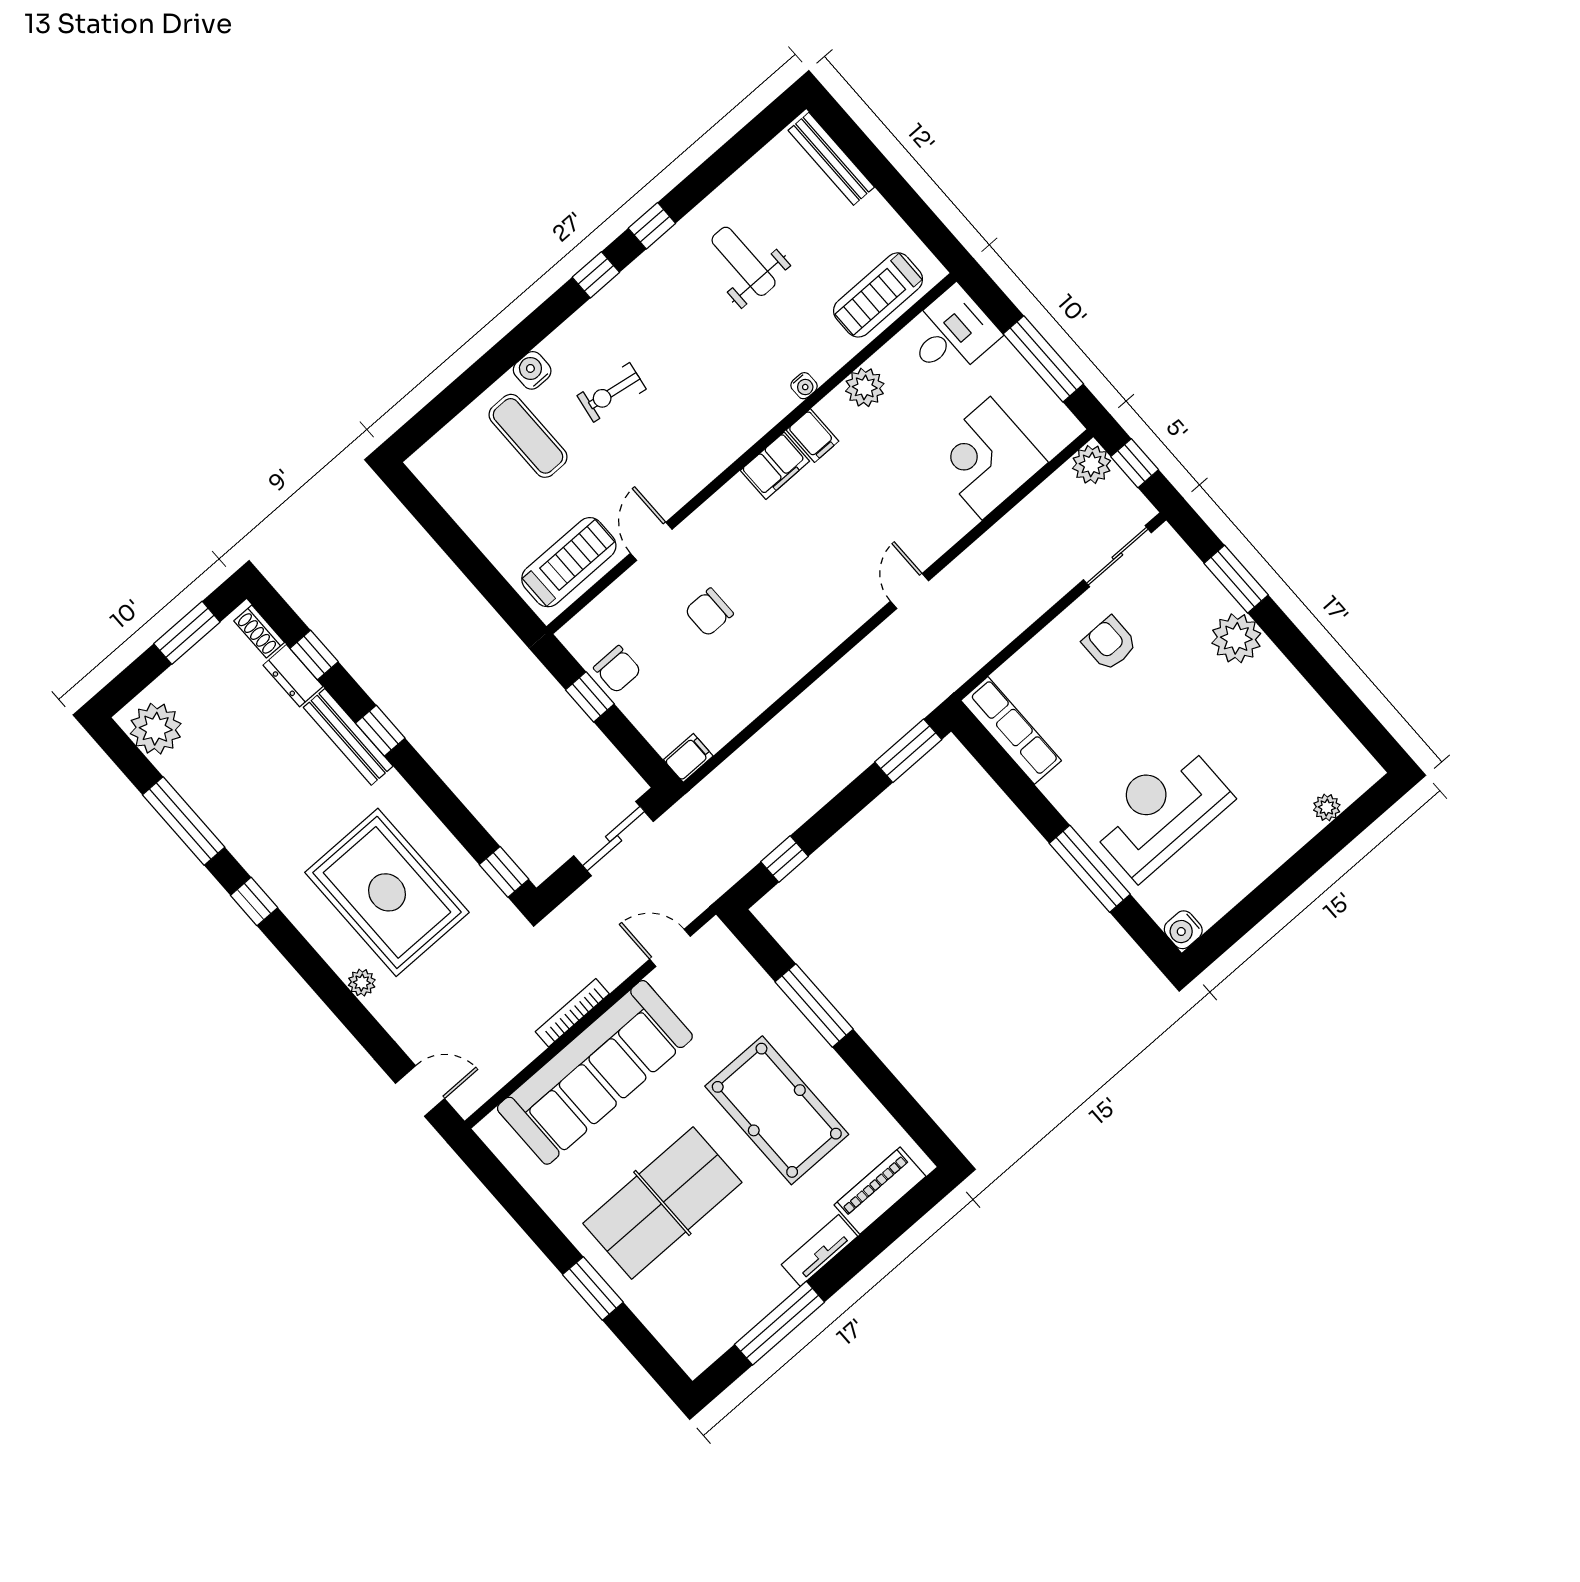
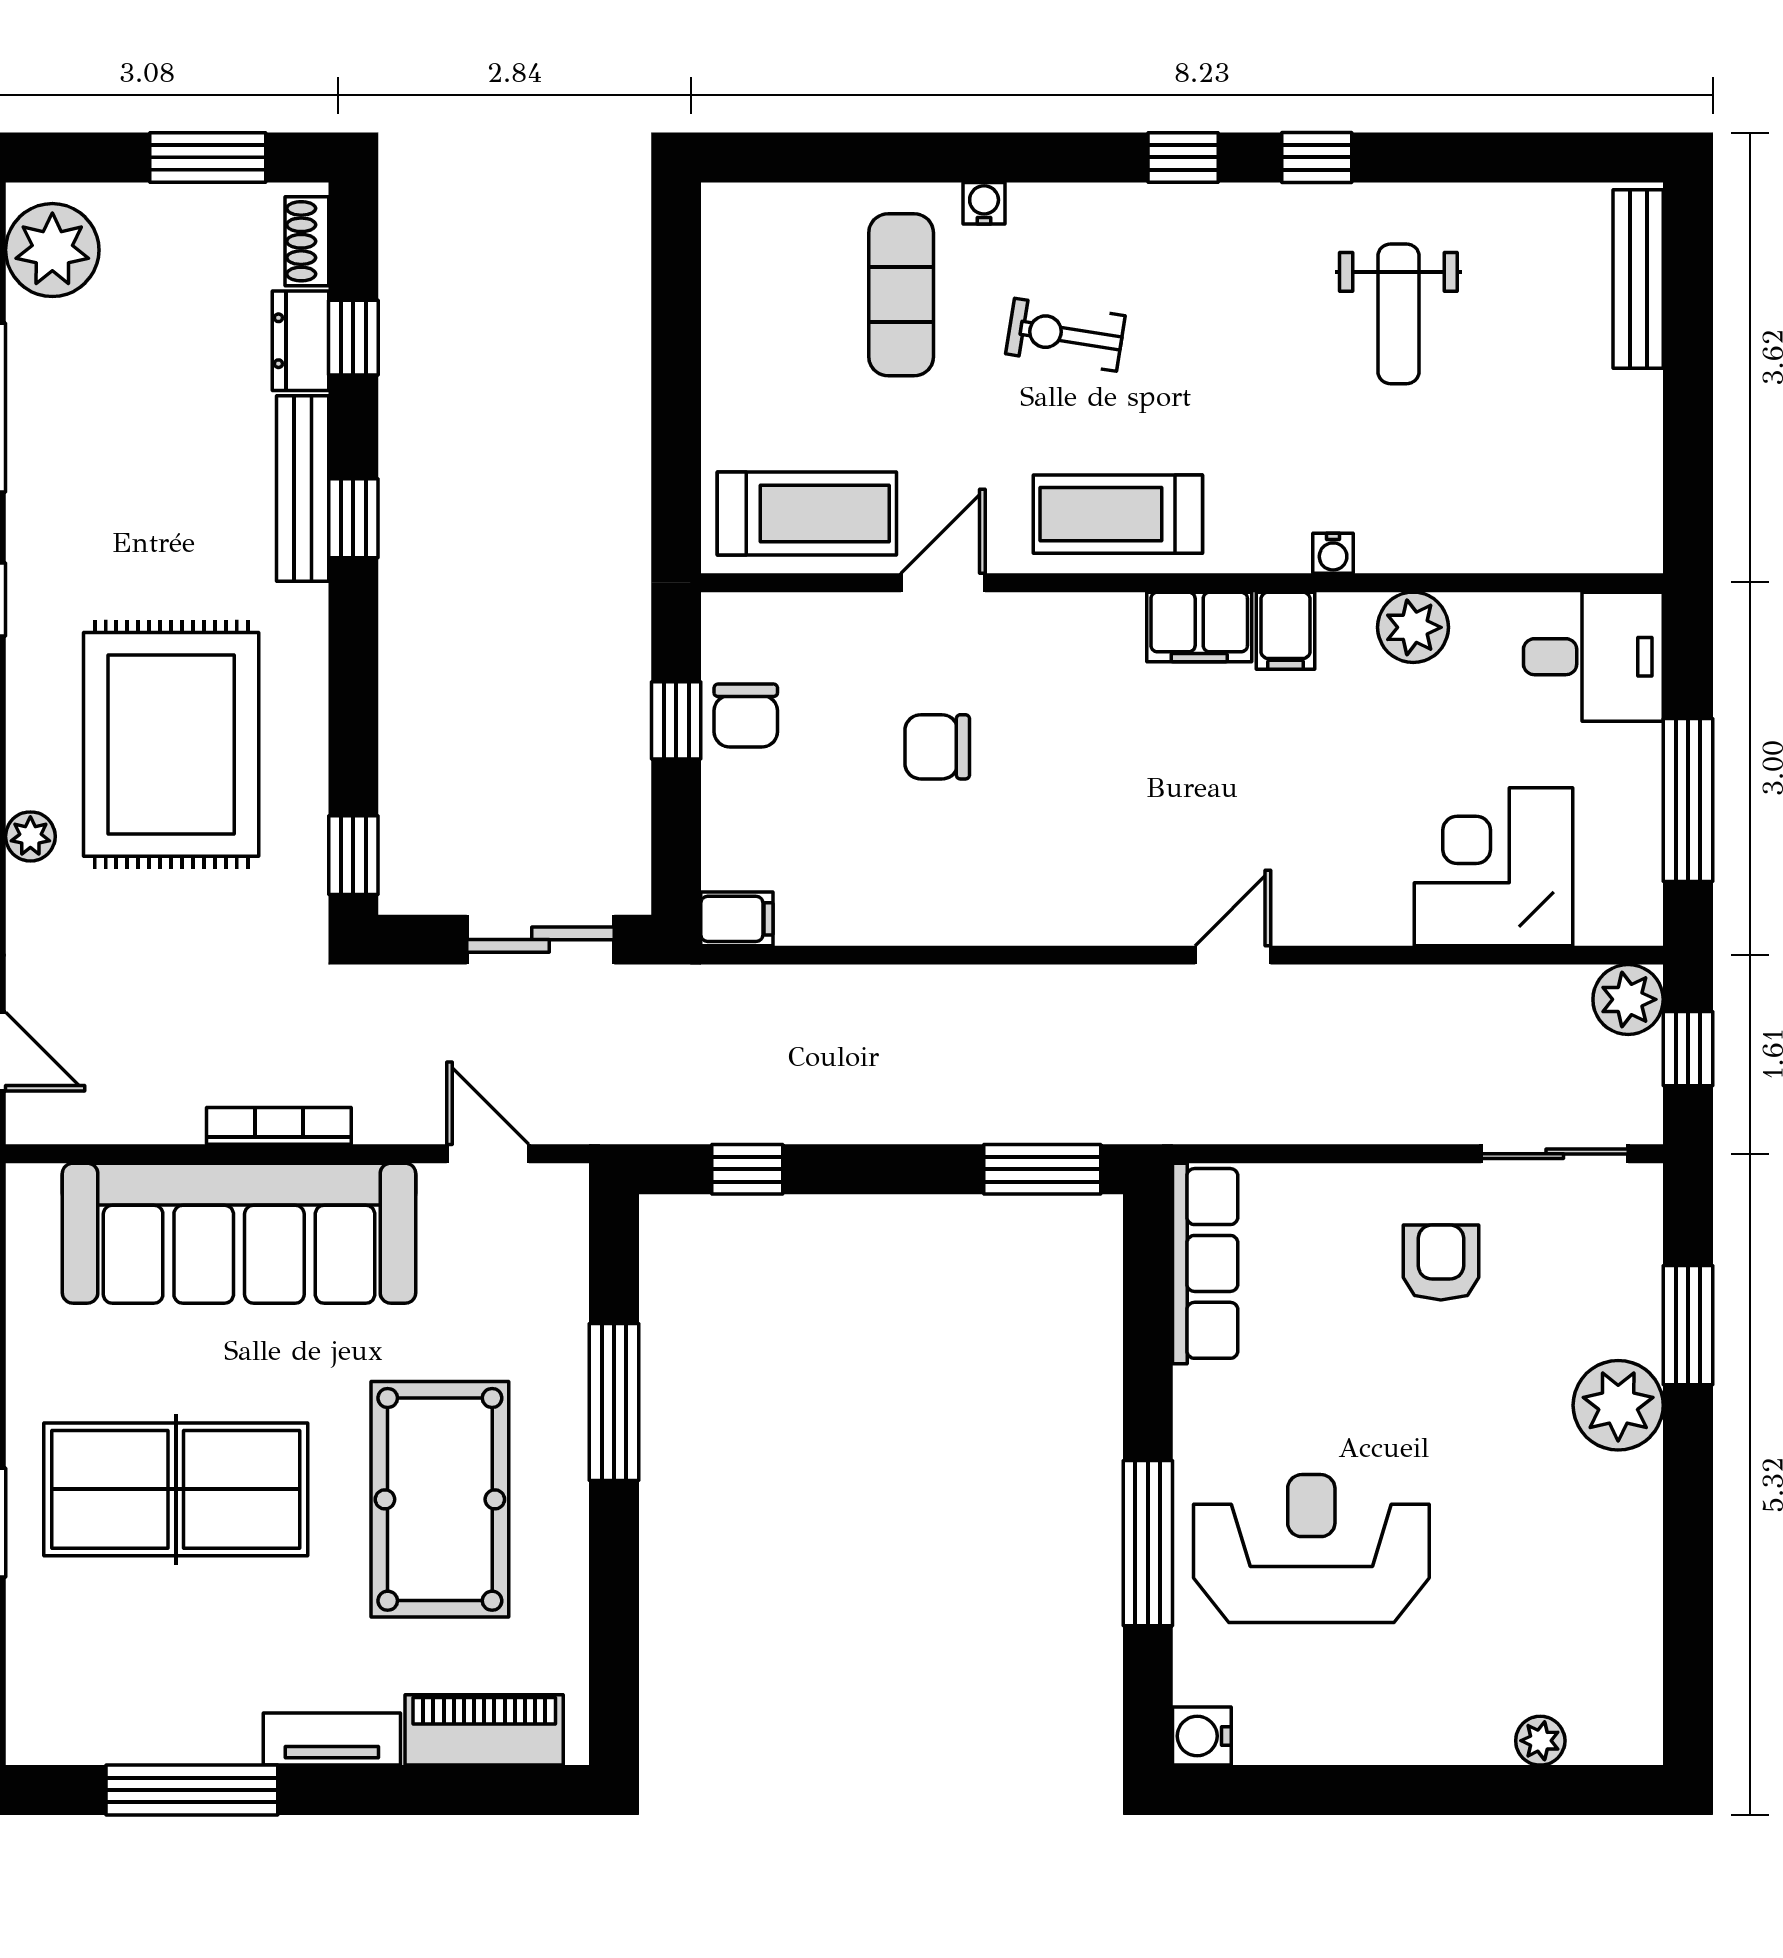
weight bench: (744, 261) -> (1398, 314), turned 180
treadmill: (878, 295) -> (1118, 514), moved
water cooler: (532, 370) -> (984, 203), width x0.72, depth x0.72

